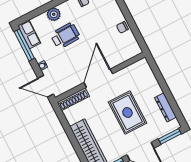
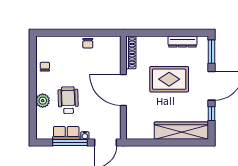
row of seats: (29, 34) -> (66, 133), moved
window: (24, 45) -> (70, 143), moved
shoe rack: (73, 99) -> (131, 52), moved

